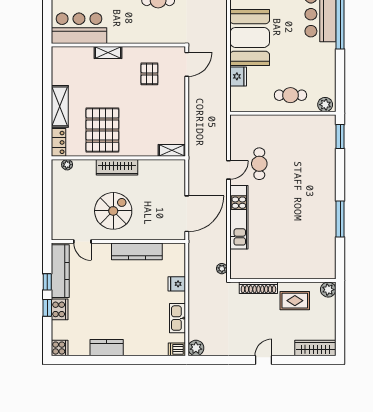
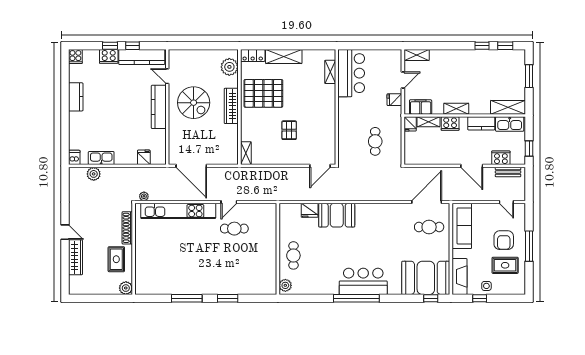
booth: (250, 37) -> (337, 215), width x0.73, depth x0.70
shelving: (108, 52) -> (330, 72), moved
door: (187, 64) -> (320, 166), hinge flipped
pallet: (149, 74) -> (289, 130), moved, turned 90
window: (340, 136) -> (228, 298), moved
plant: (67, 165) -> (229, 67), width x1.88, depth x1.88
door: (228, 170) -> (229, 202), hinge flipped
kitchen unit: (239, 217) -> (178, 211), width x1.36
door: (82, 242) -> (167, 76), hinge flipped
kitchen counter: (137, 251) -> (159, 107), moved
fridge: (177, 284) -> (144, 157), moved
plant: (196, 348) -> (94, 174), moved
wardrobe: (315, 348) -> (75, 257), moved

